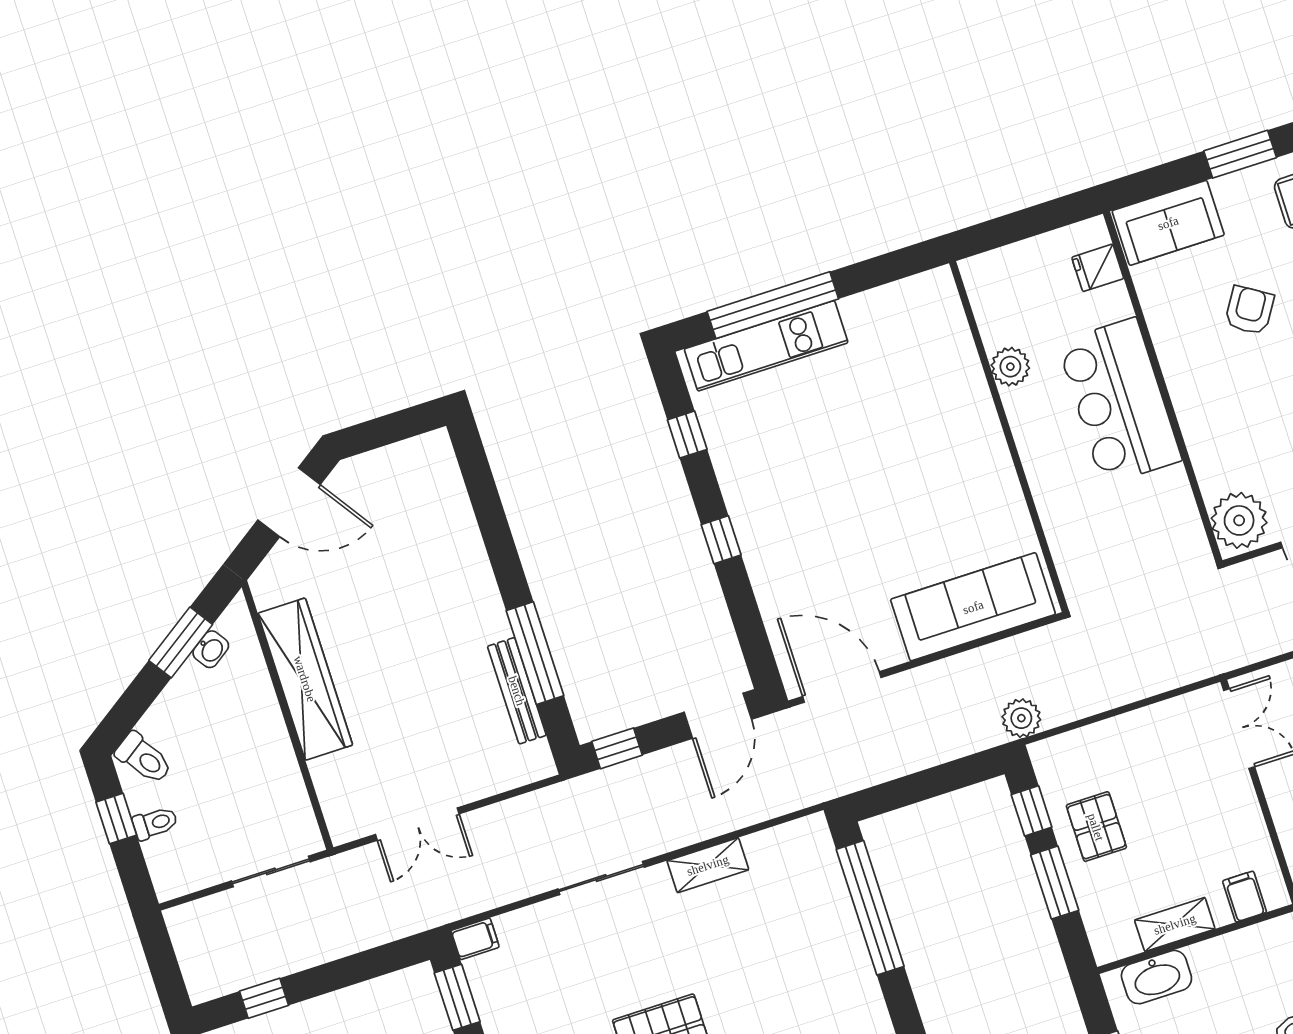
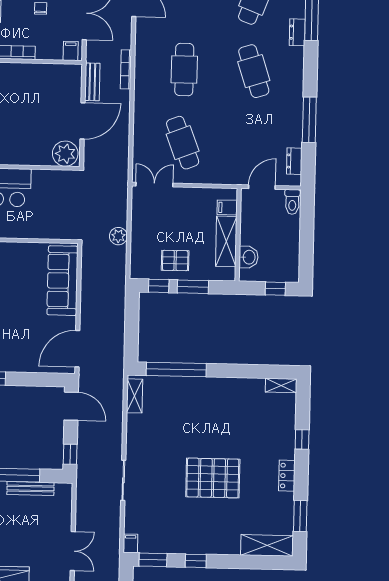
plant: (1021, 718) -> (118, 236), moved
shelving: (708, 865) -> (135, 396), moved
shelving: (1175, 924) -> (226, 241), width x1.50, depth x1.33
washbasin: (1156, 977) -> (249, 257), width x0.72

